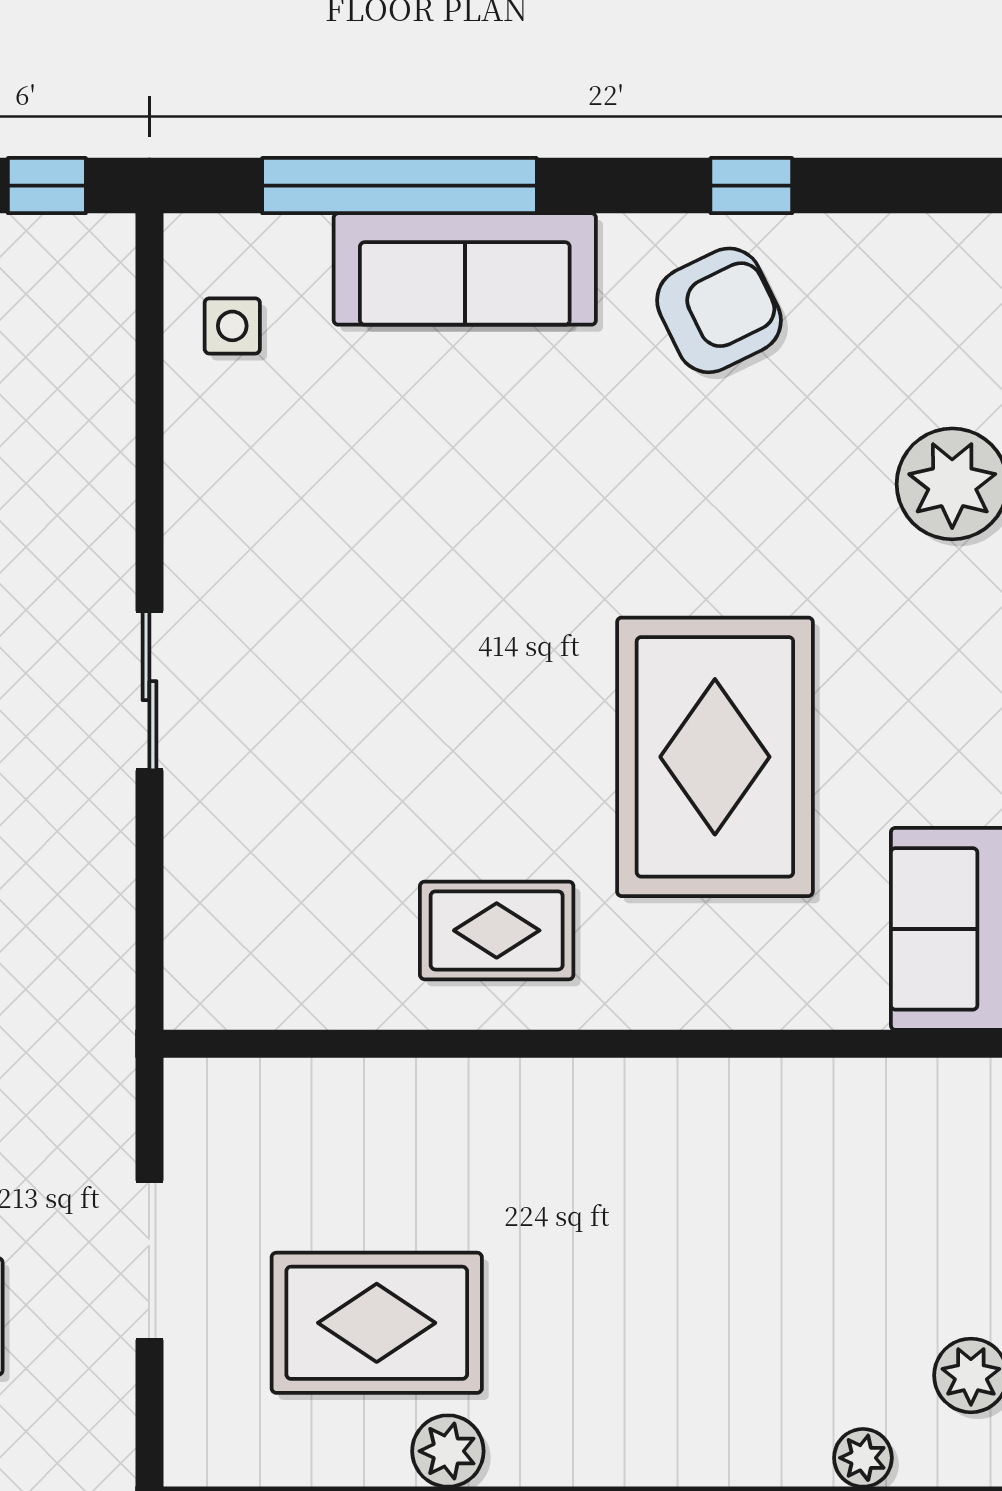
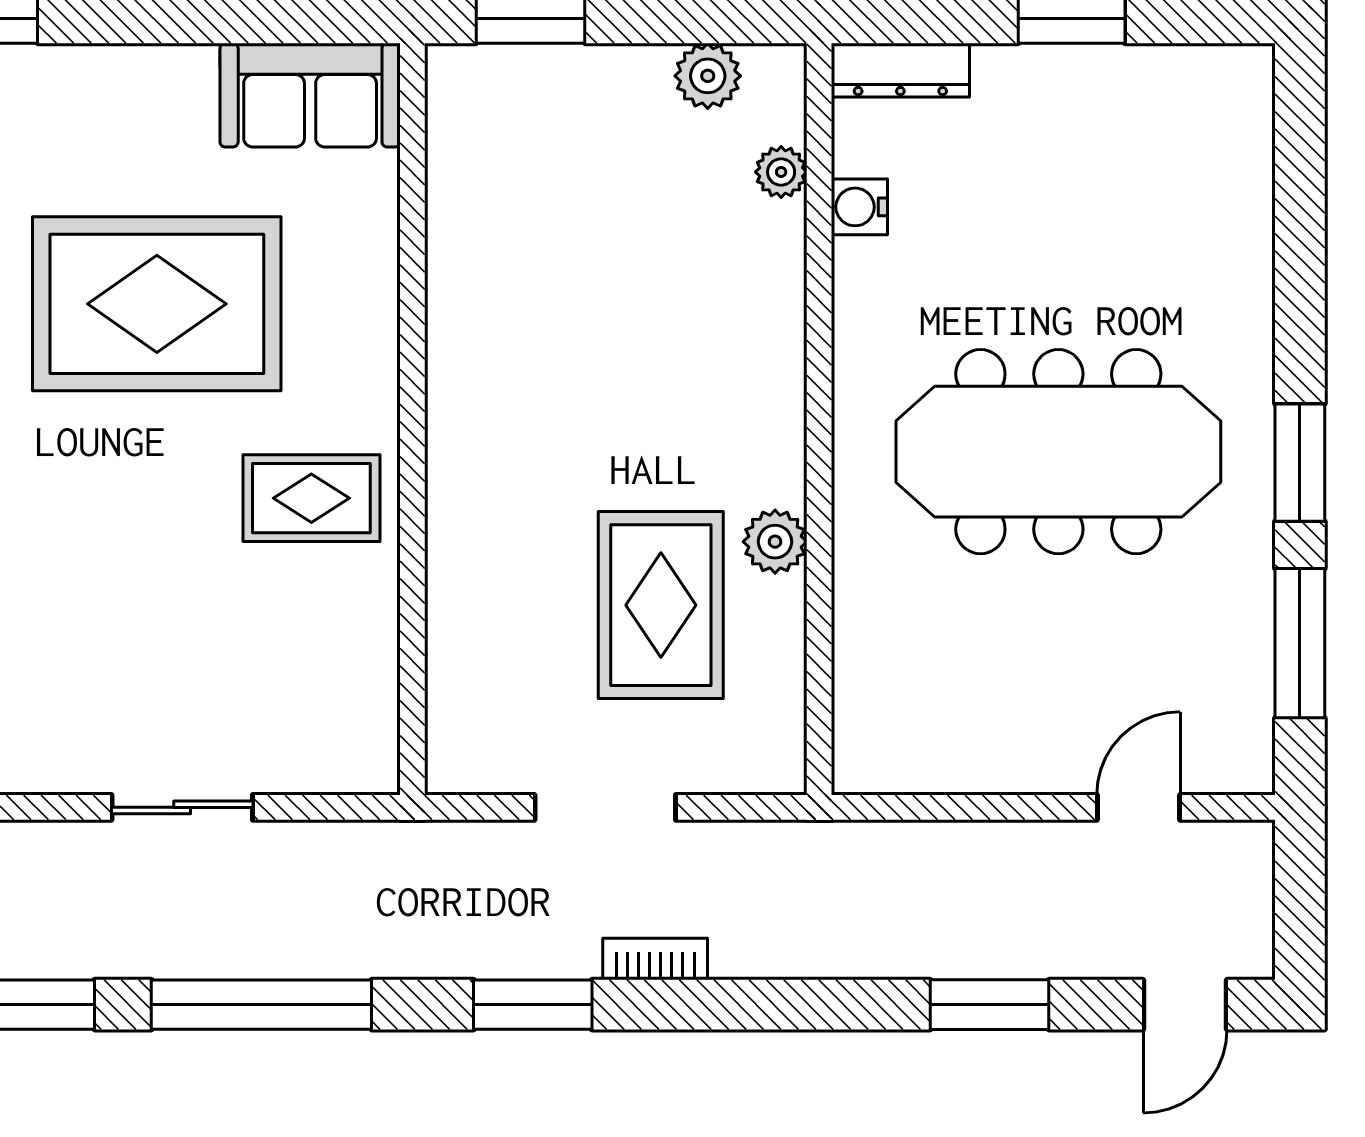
sliding door: (149, 691) -> (182, 807), moved
rug: (497, 930) -> (311, 498), turned 90

